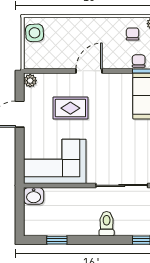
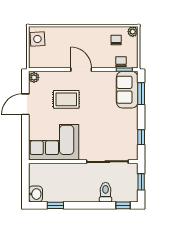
door: (89, 71) -> (81, 70), hinge flipped
washbasin: (34, 196) -> (35, 194), moved, turned -90
toilet: (107, 224) -> (106, 192), moved

